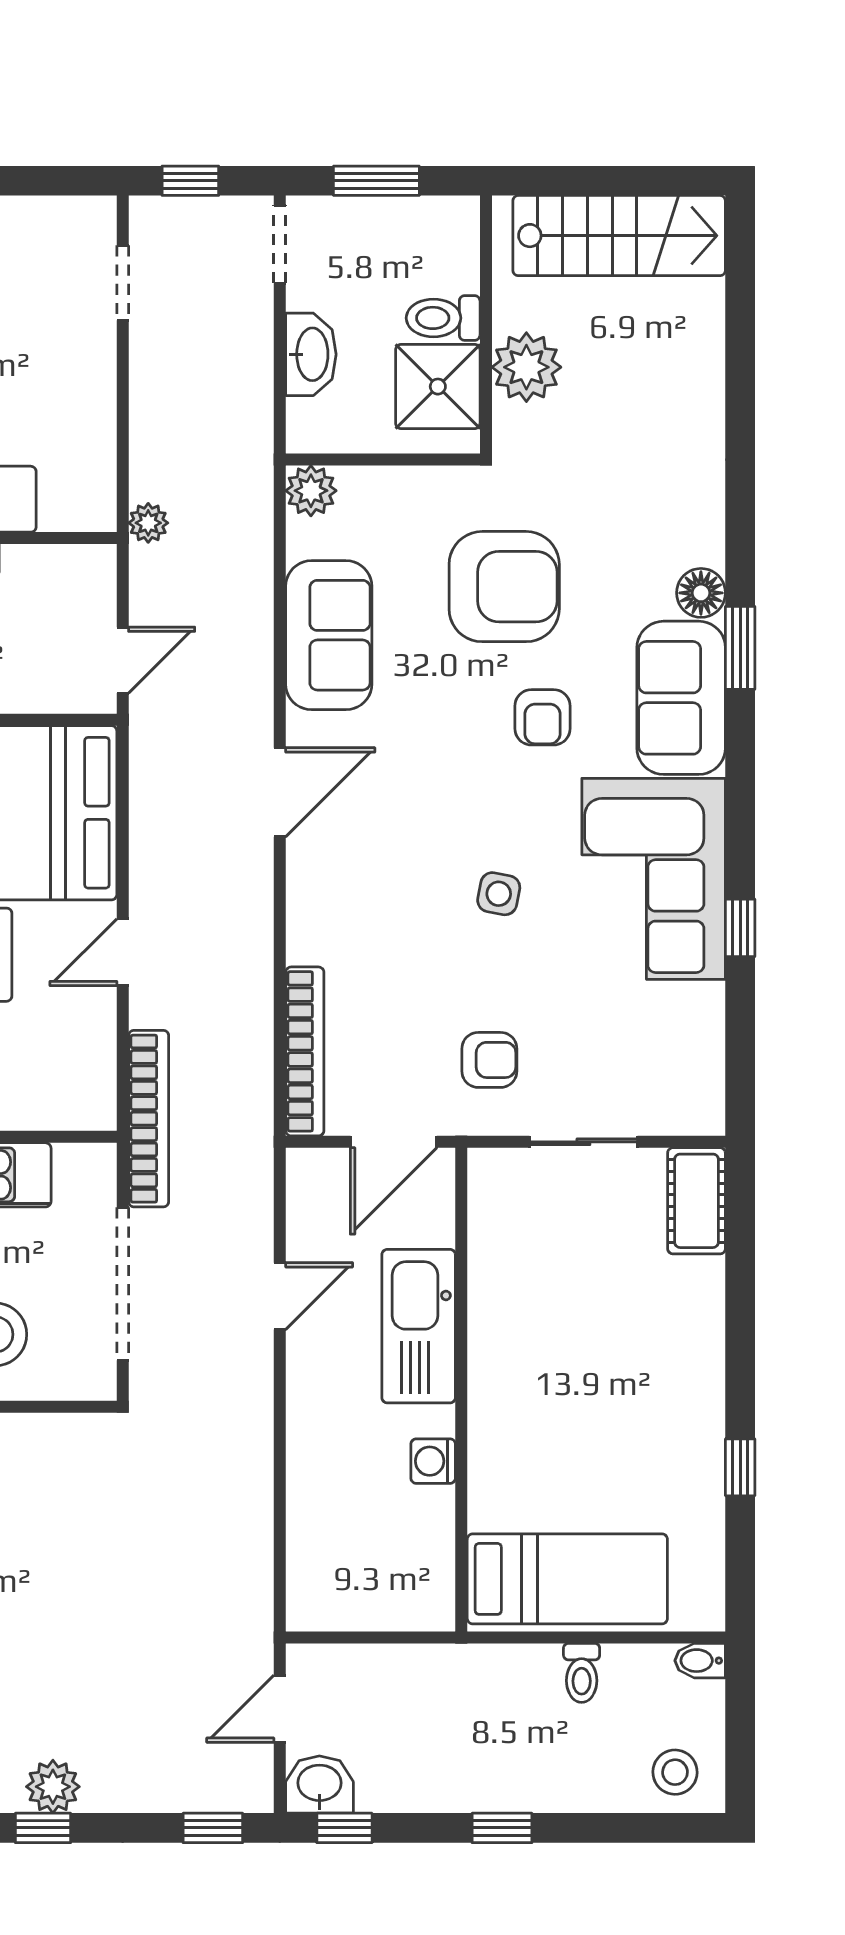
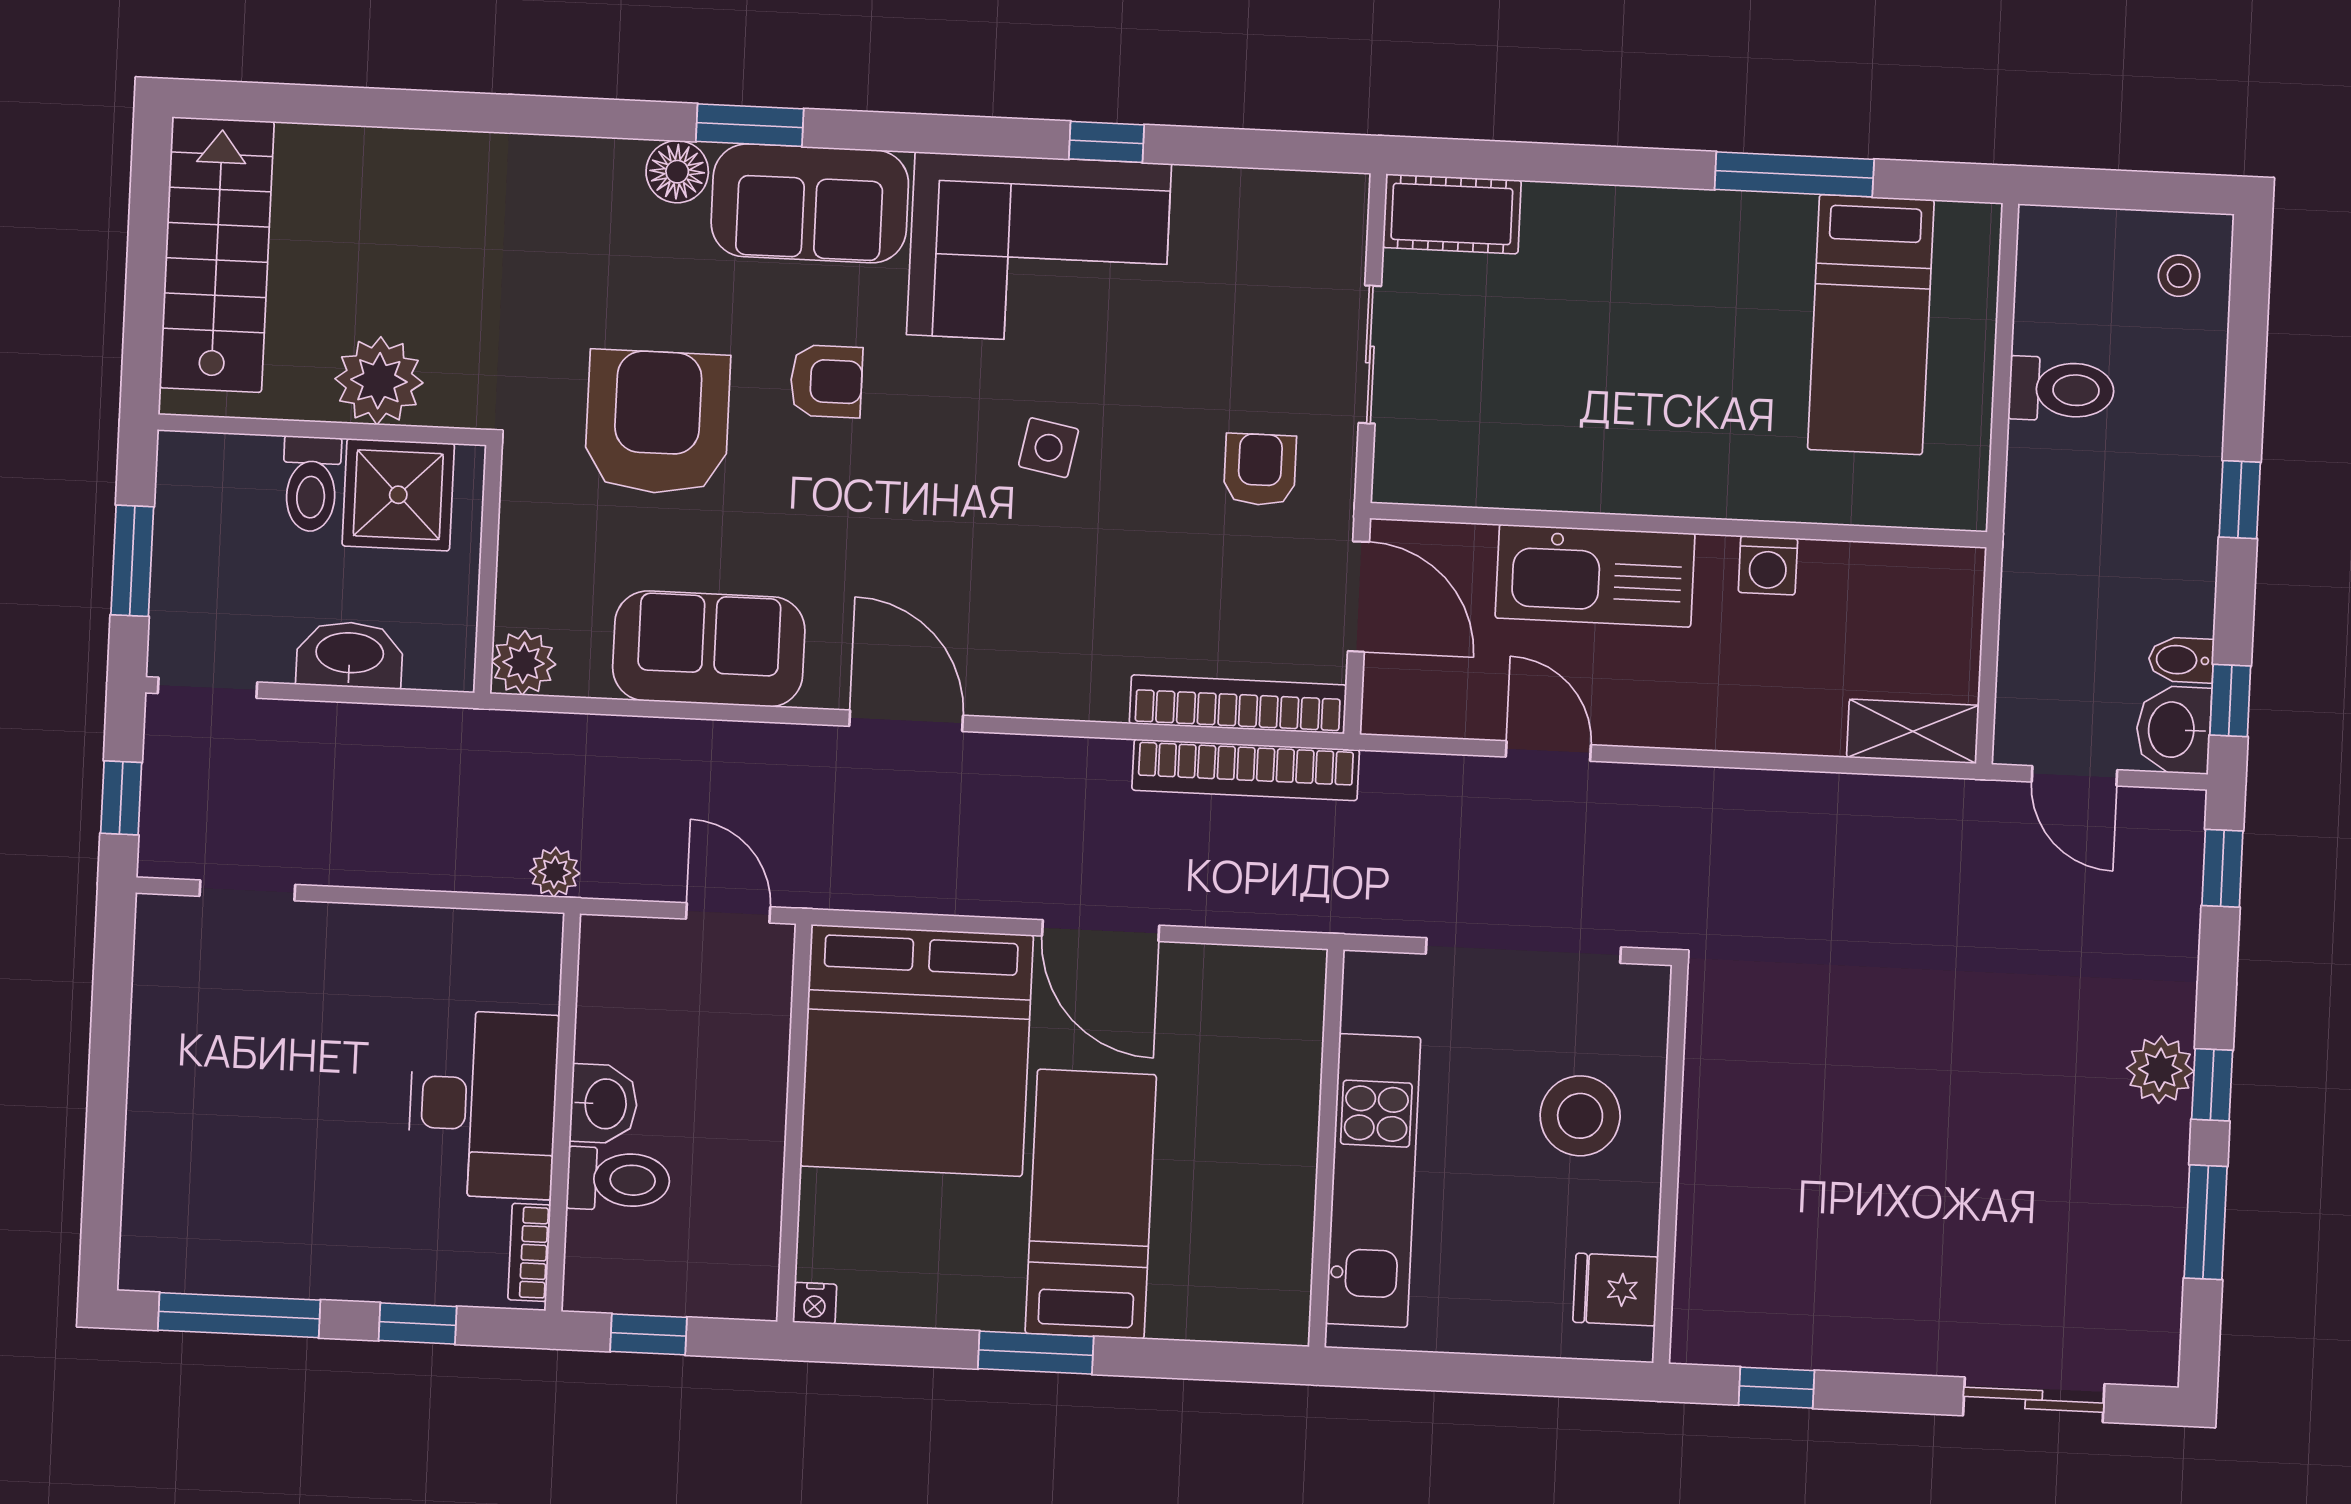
door: (123, 952) -> (1101, 931), width x1.38
bookcase: (149, 1119) -> (1246, 770), moved, turned 180
window: (740, 1467) -> (1794, 174), width x2.17
bed: (567, 1579) -> (1871, 325), moved, turned 180
shelving: (309, 1581) -> (1913, 731), added
bidet: (700, 1661) -> (2181, 660), moved, turned 90
toilet: (582, 1673) -> (2061, 390), width x1.37, depth x1.39
stool: (675, 1772) -> (2179, 276), width x0.73, depth x0.73

